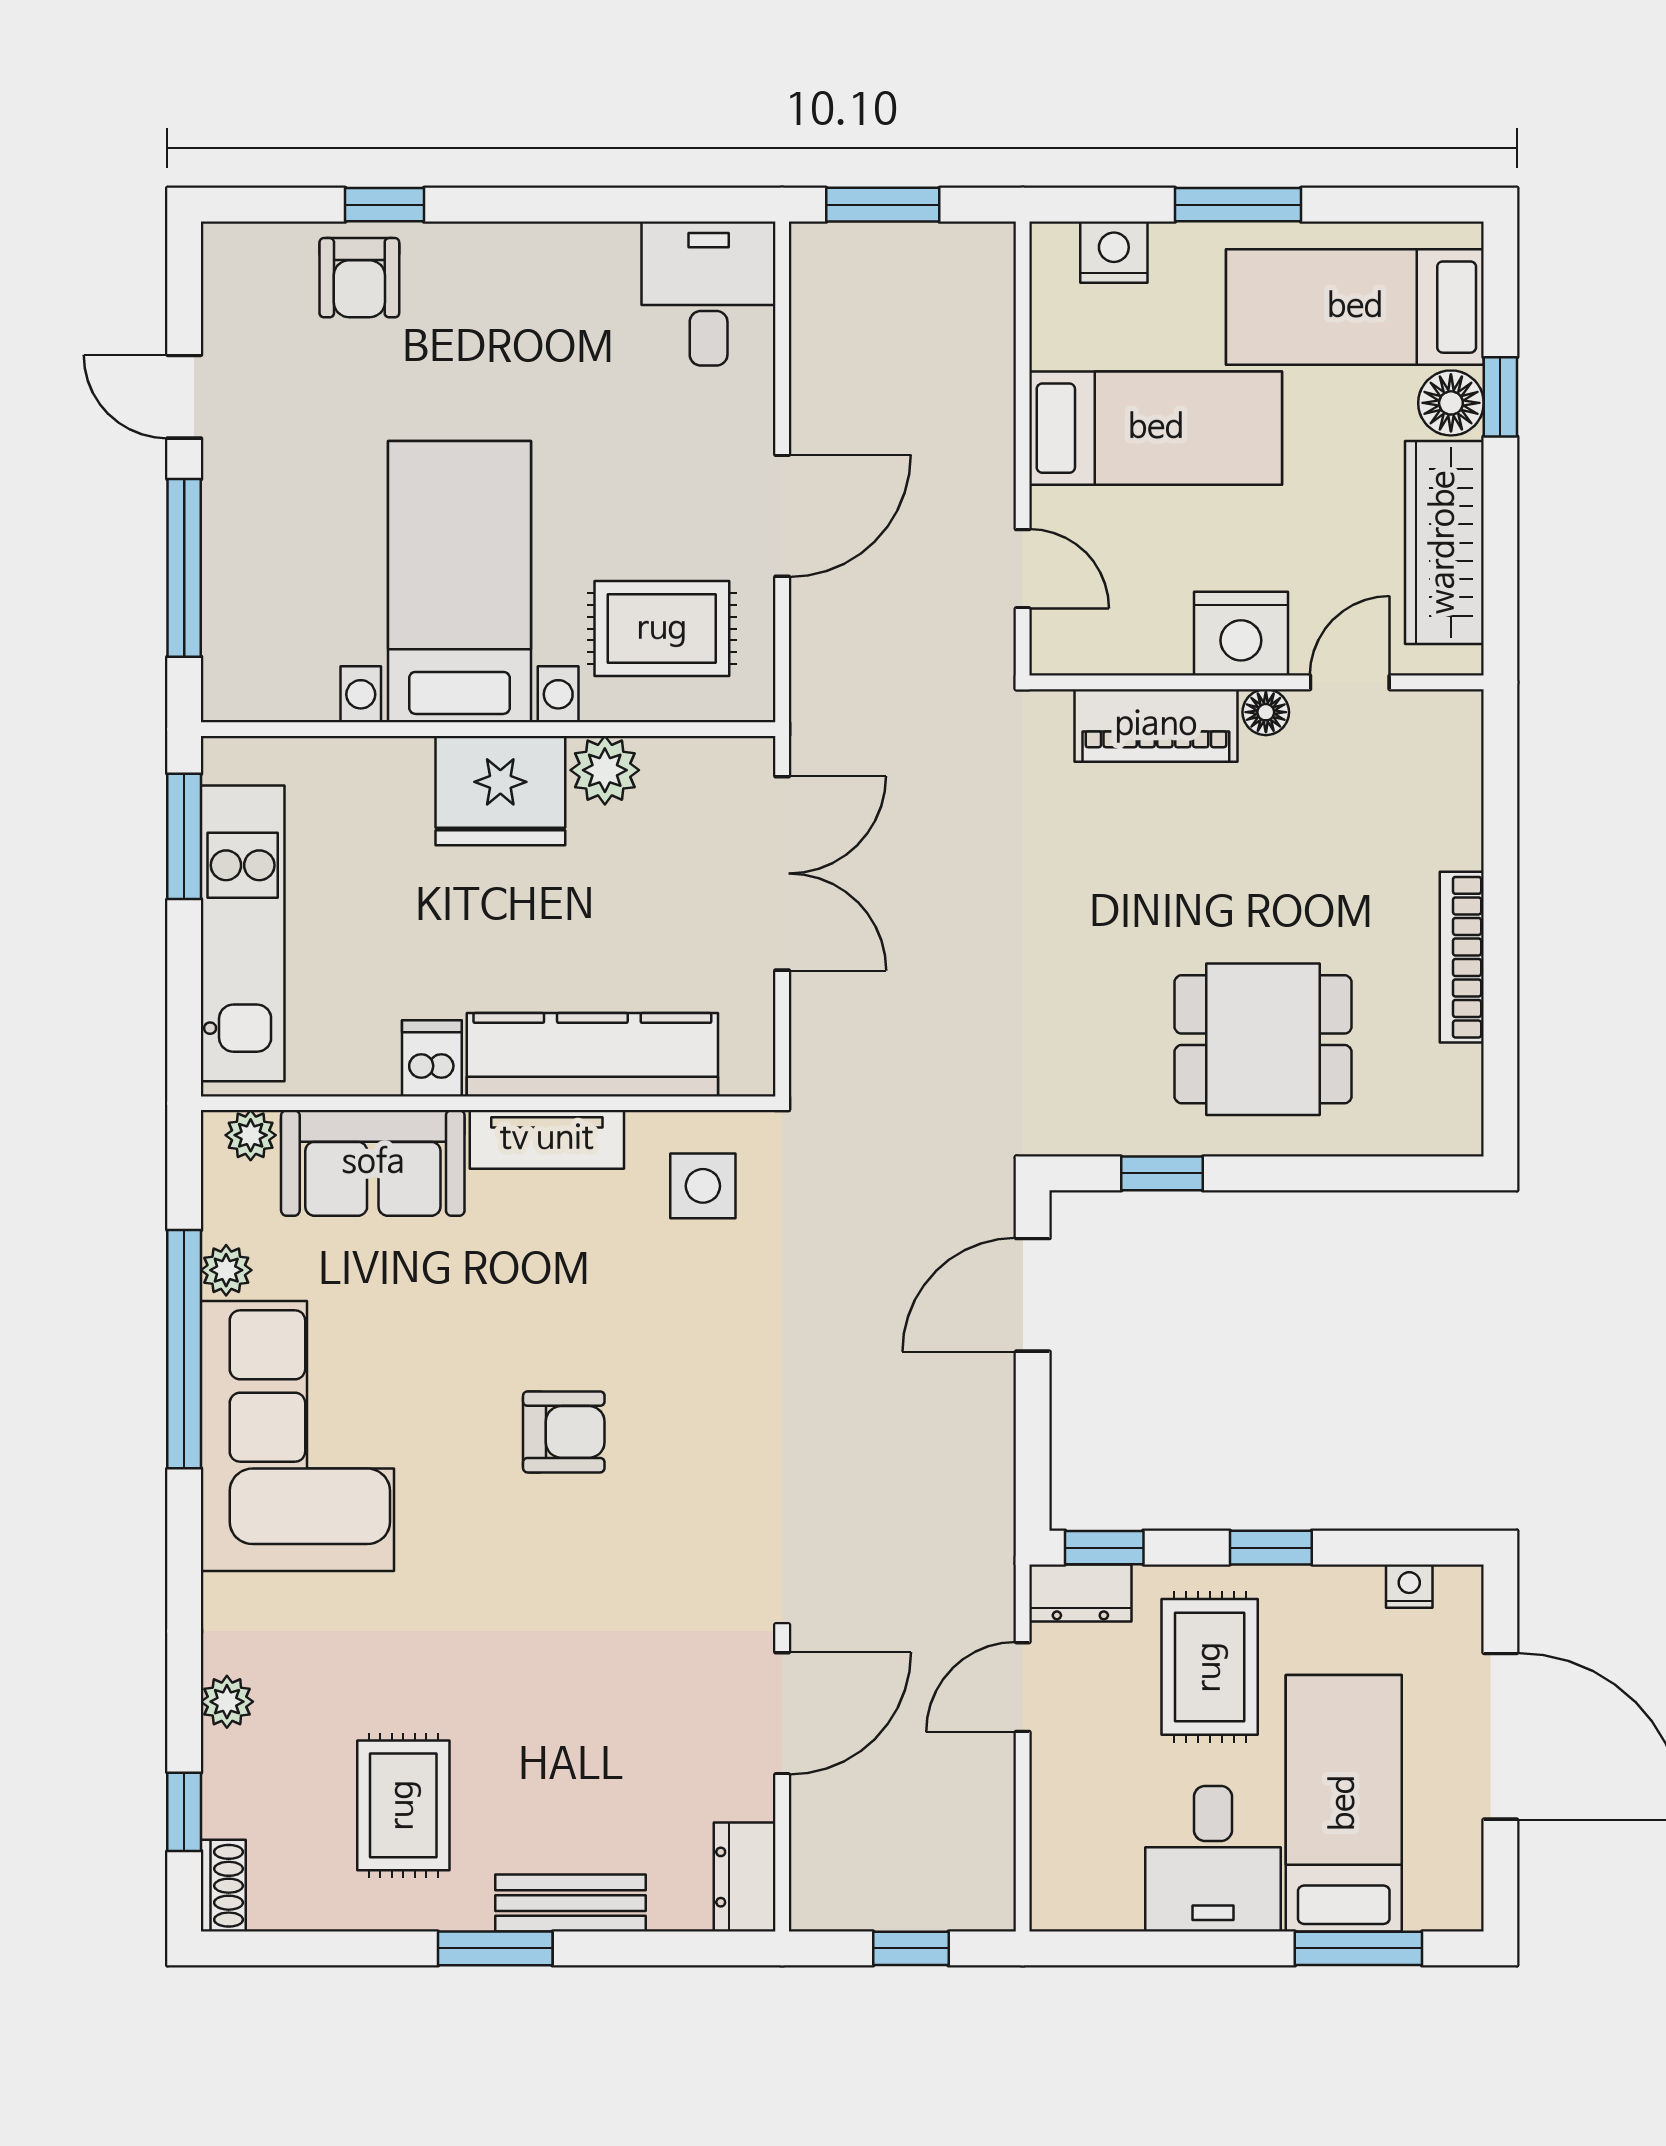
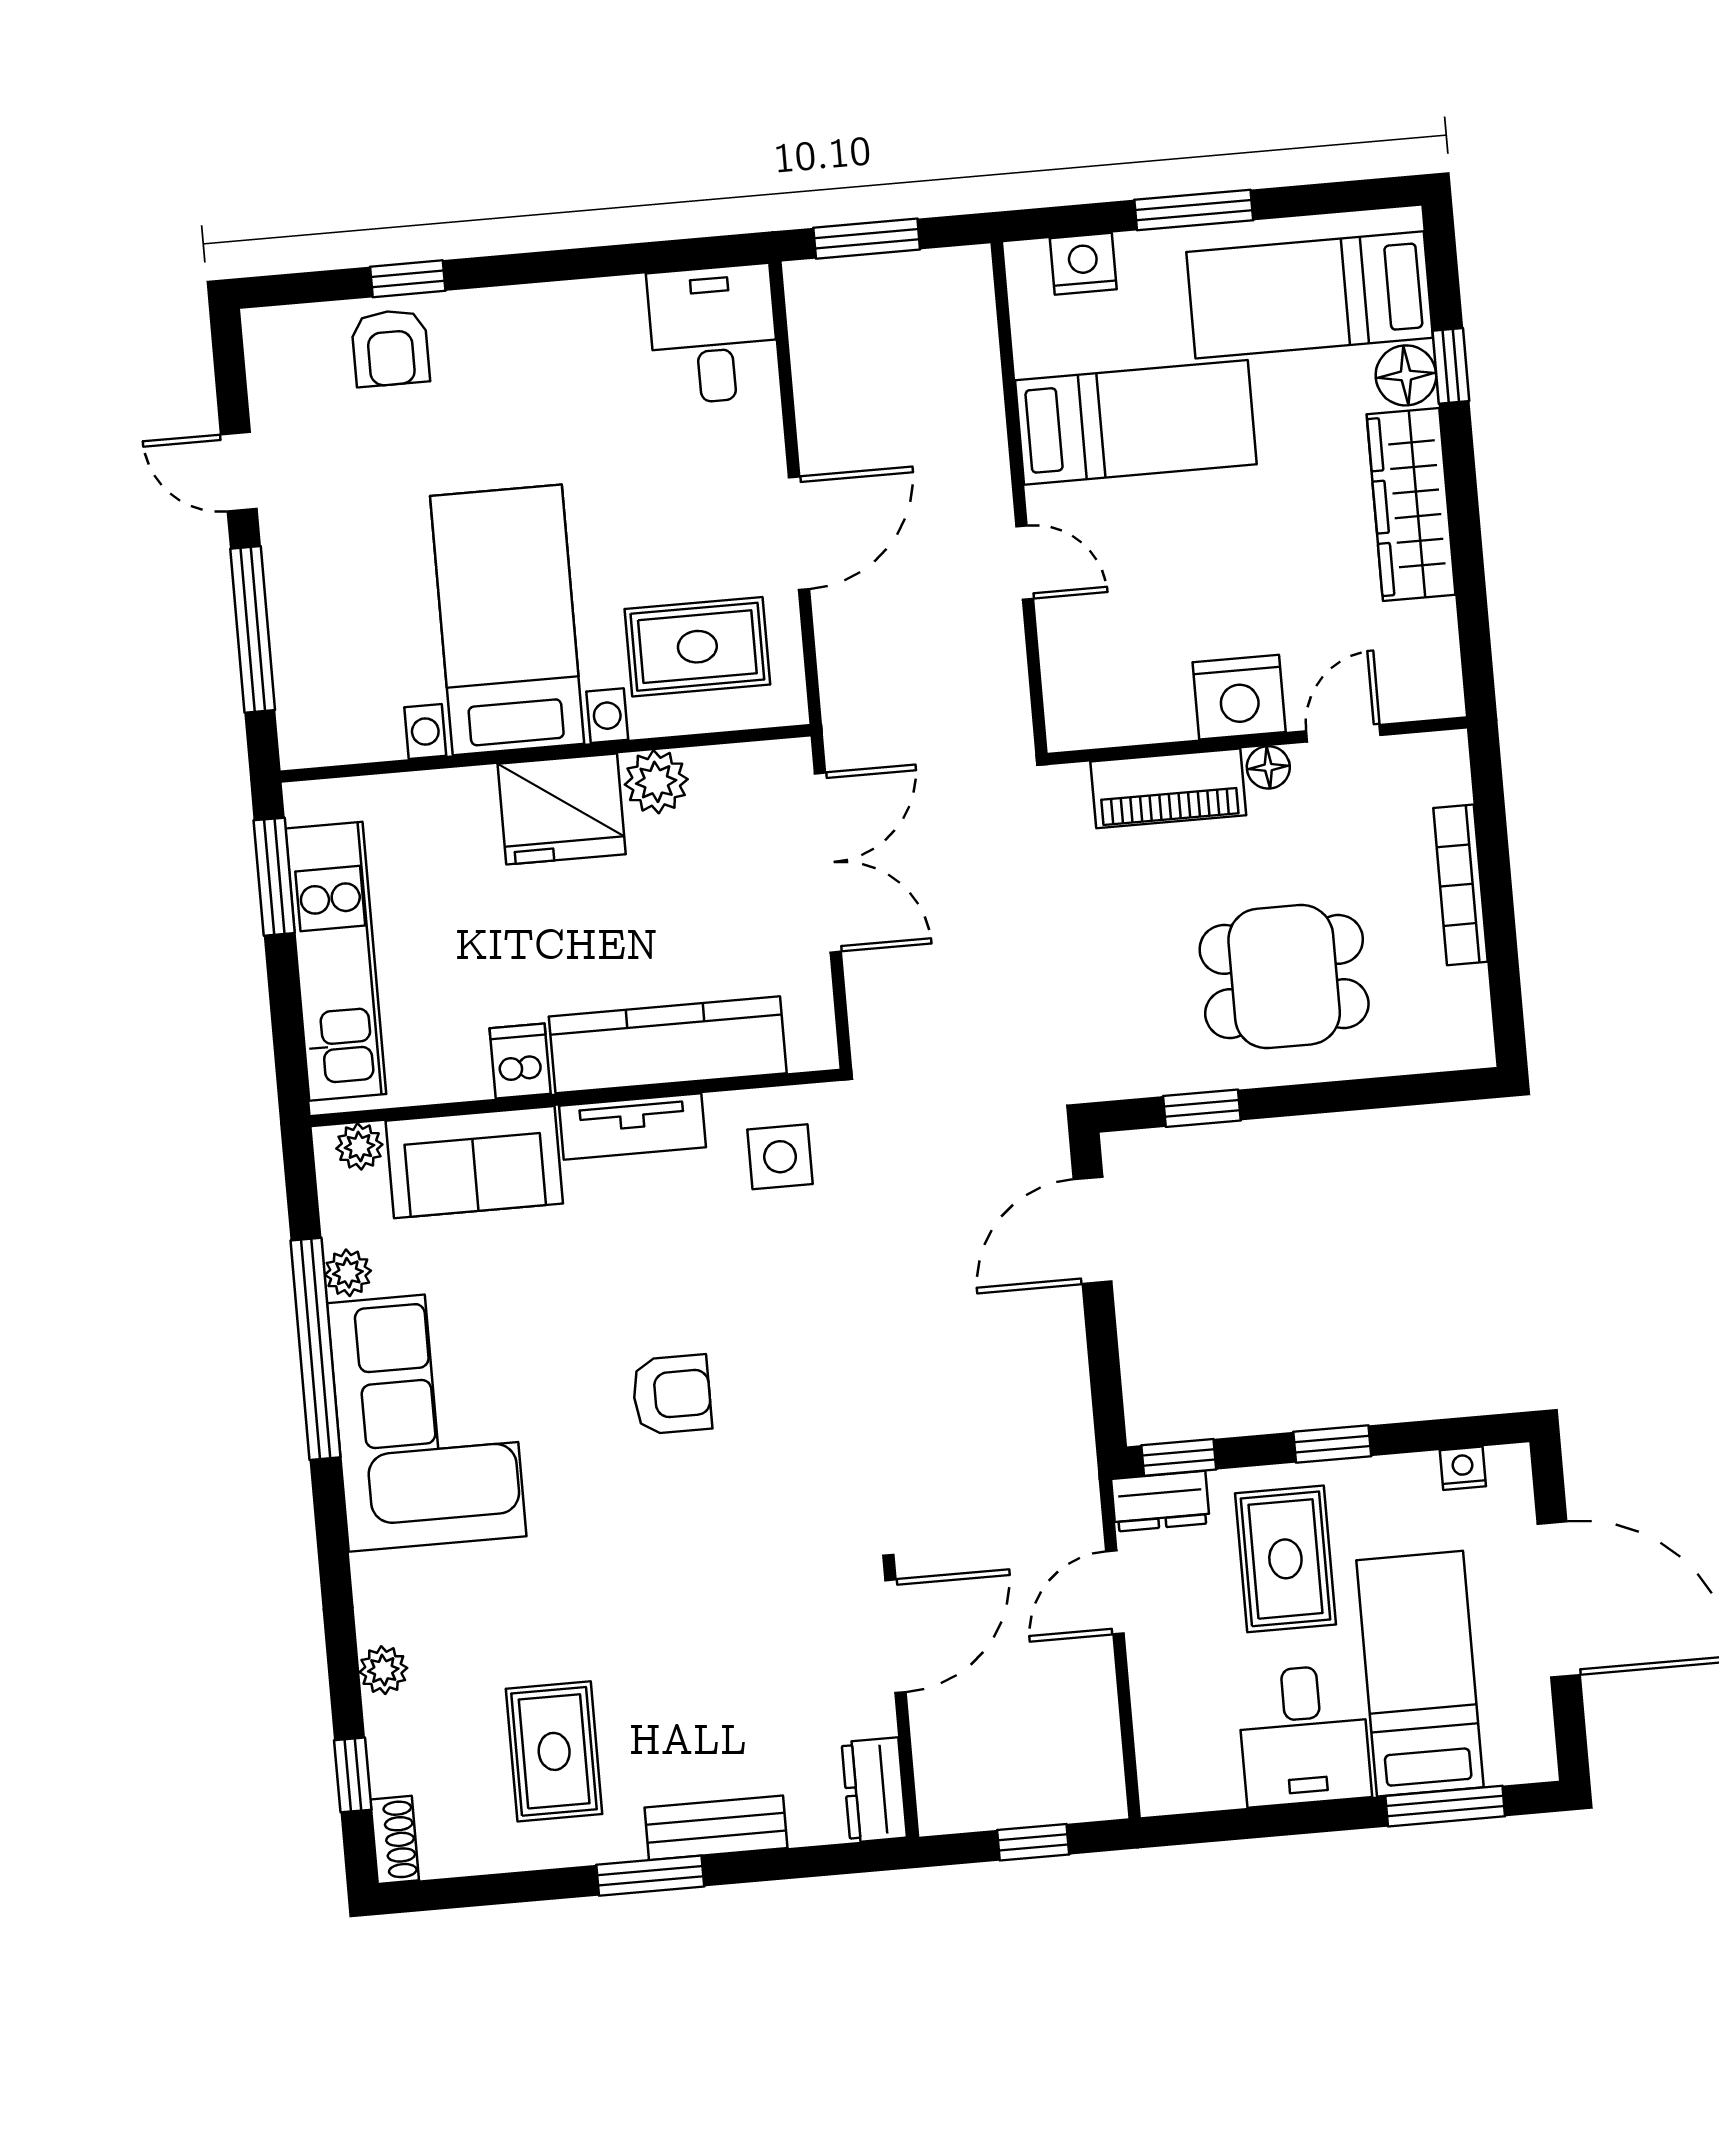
nightstand: (1241, 634) -> (1239, 697), moved
wall: (1256, 682) -> (1257, 741), moved
door: (1350, 682) -> (1343, 733), moved
floor lamp: (1266, 712) -> (1268, 767), moved
piano: (1156, 725) -> (1168, 788), moved

